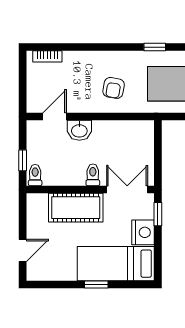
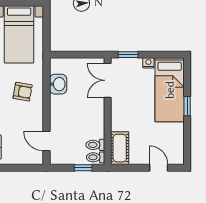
washbasin: (79, 130) -> (58, 84), moved
toilet: (93, 175) -> (95, 145), moved
cot: (76, 208) -> (120, 148), moved, width x0.73, depth x0.75
nightstand: (143, 232) -> (148, 63), width x0.53, depth x0.56

